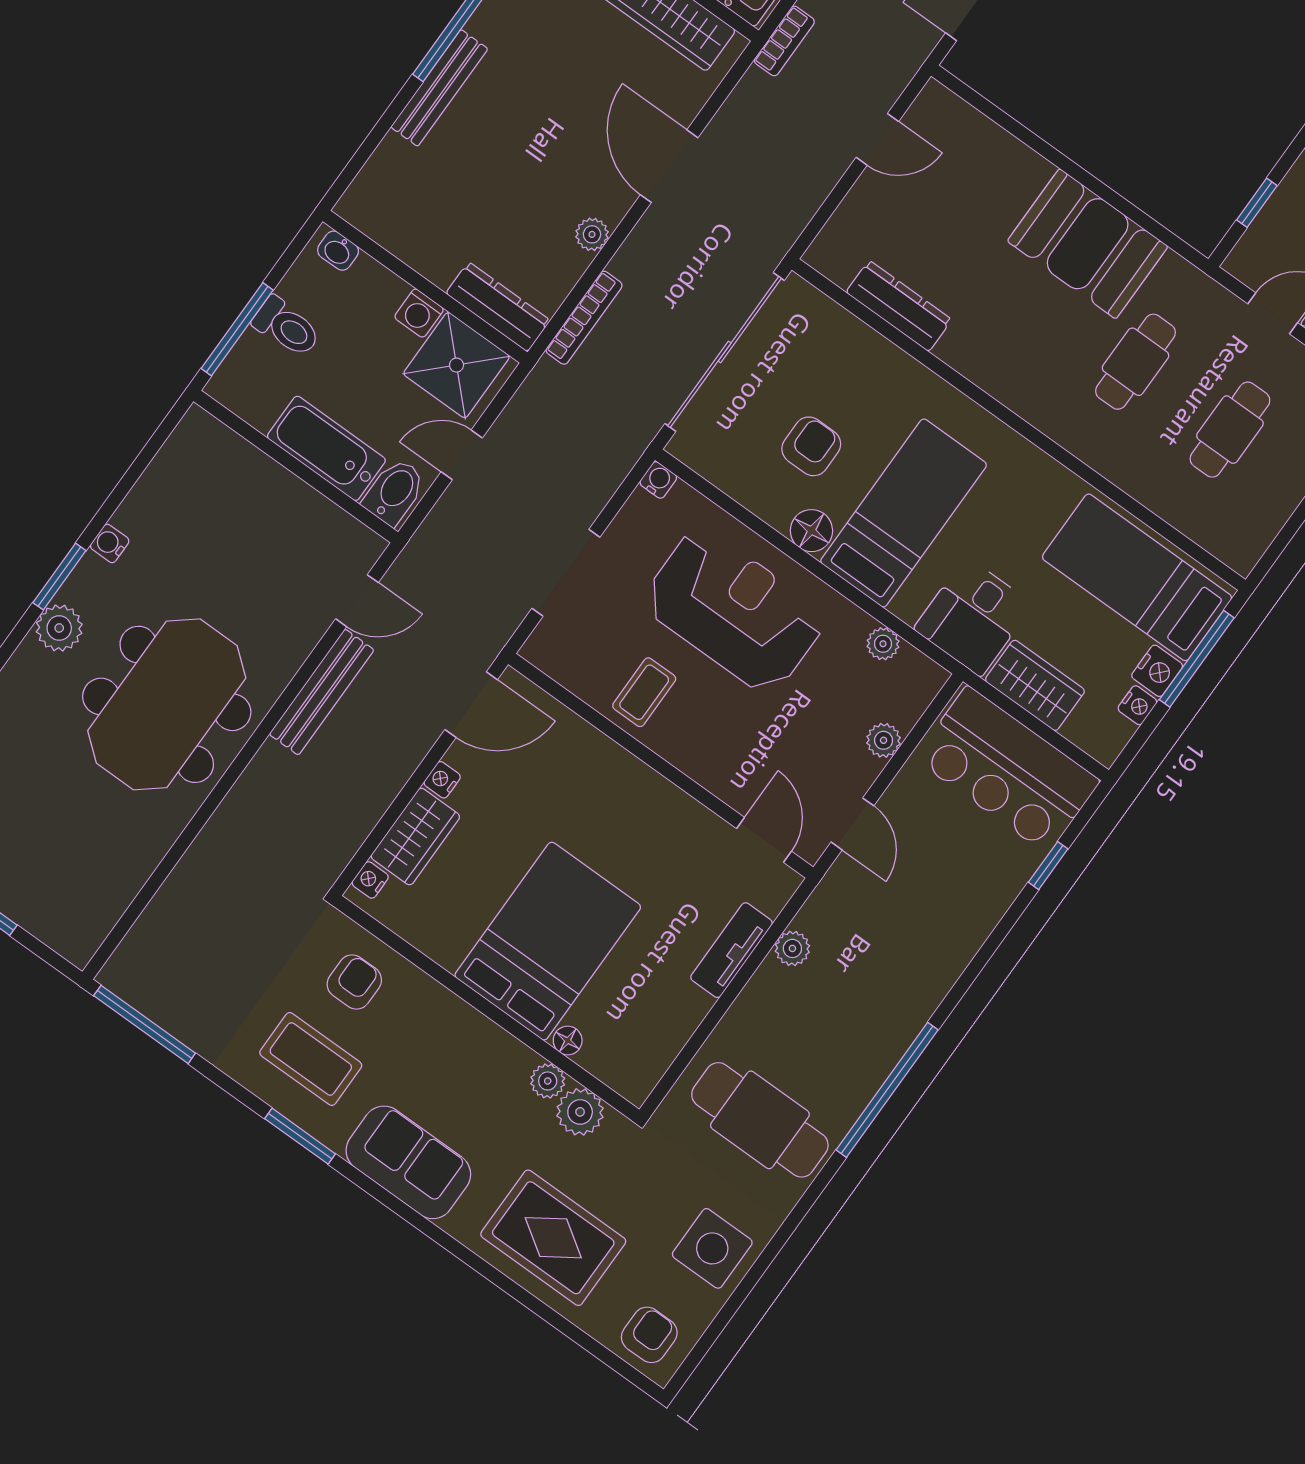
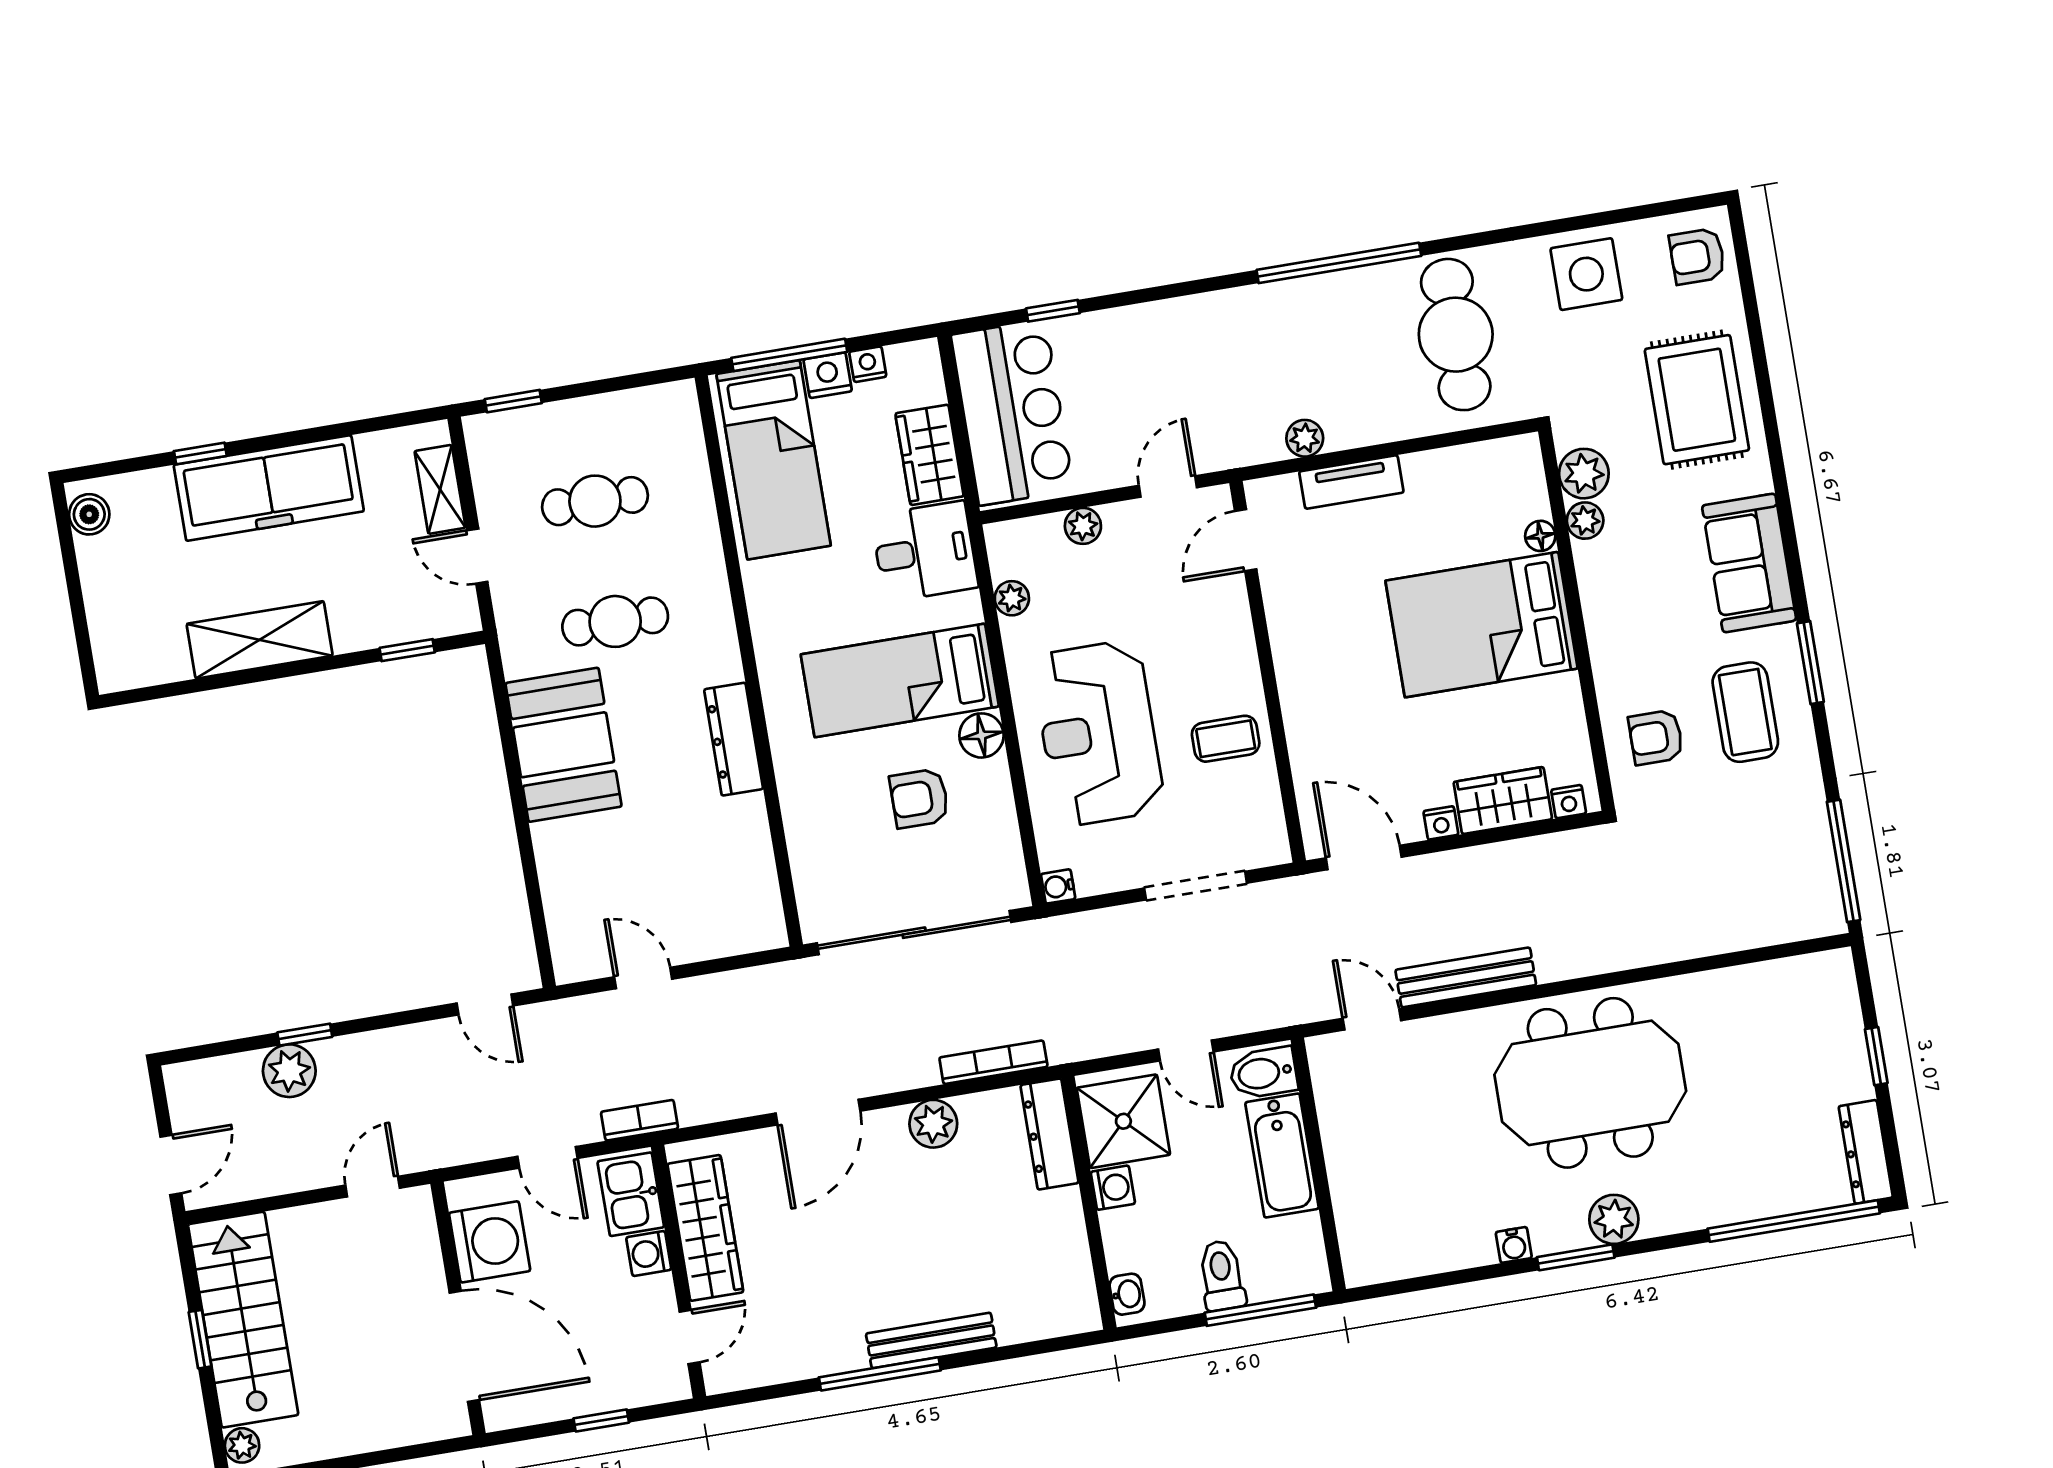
plant: (592, 234) -> (933, 1124), width x1.38, depth x1.38
dresser: (899, 306) -> (734, 739), moved

